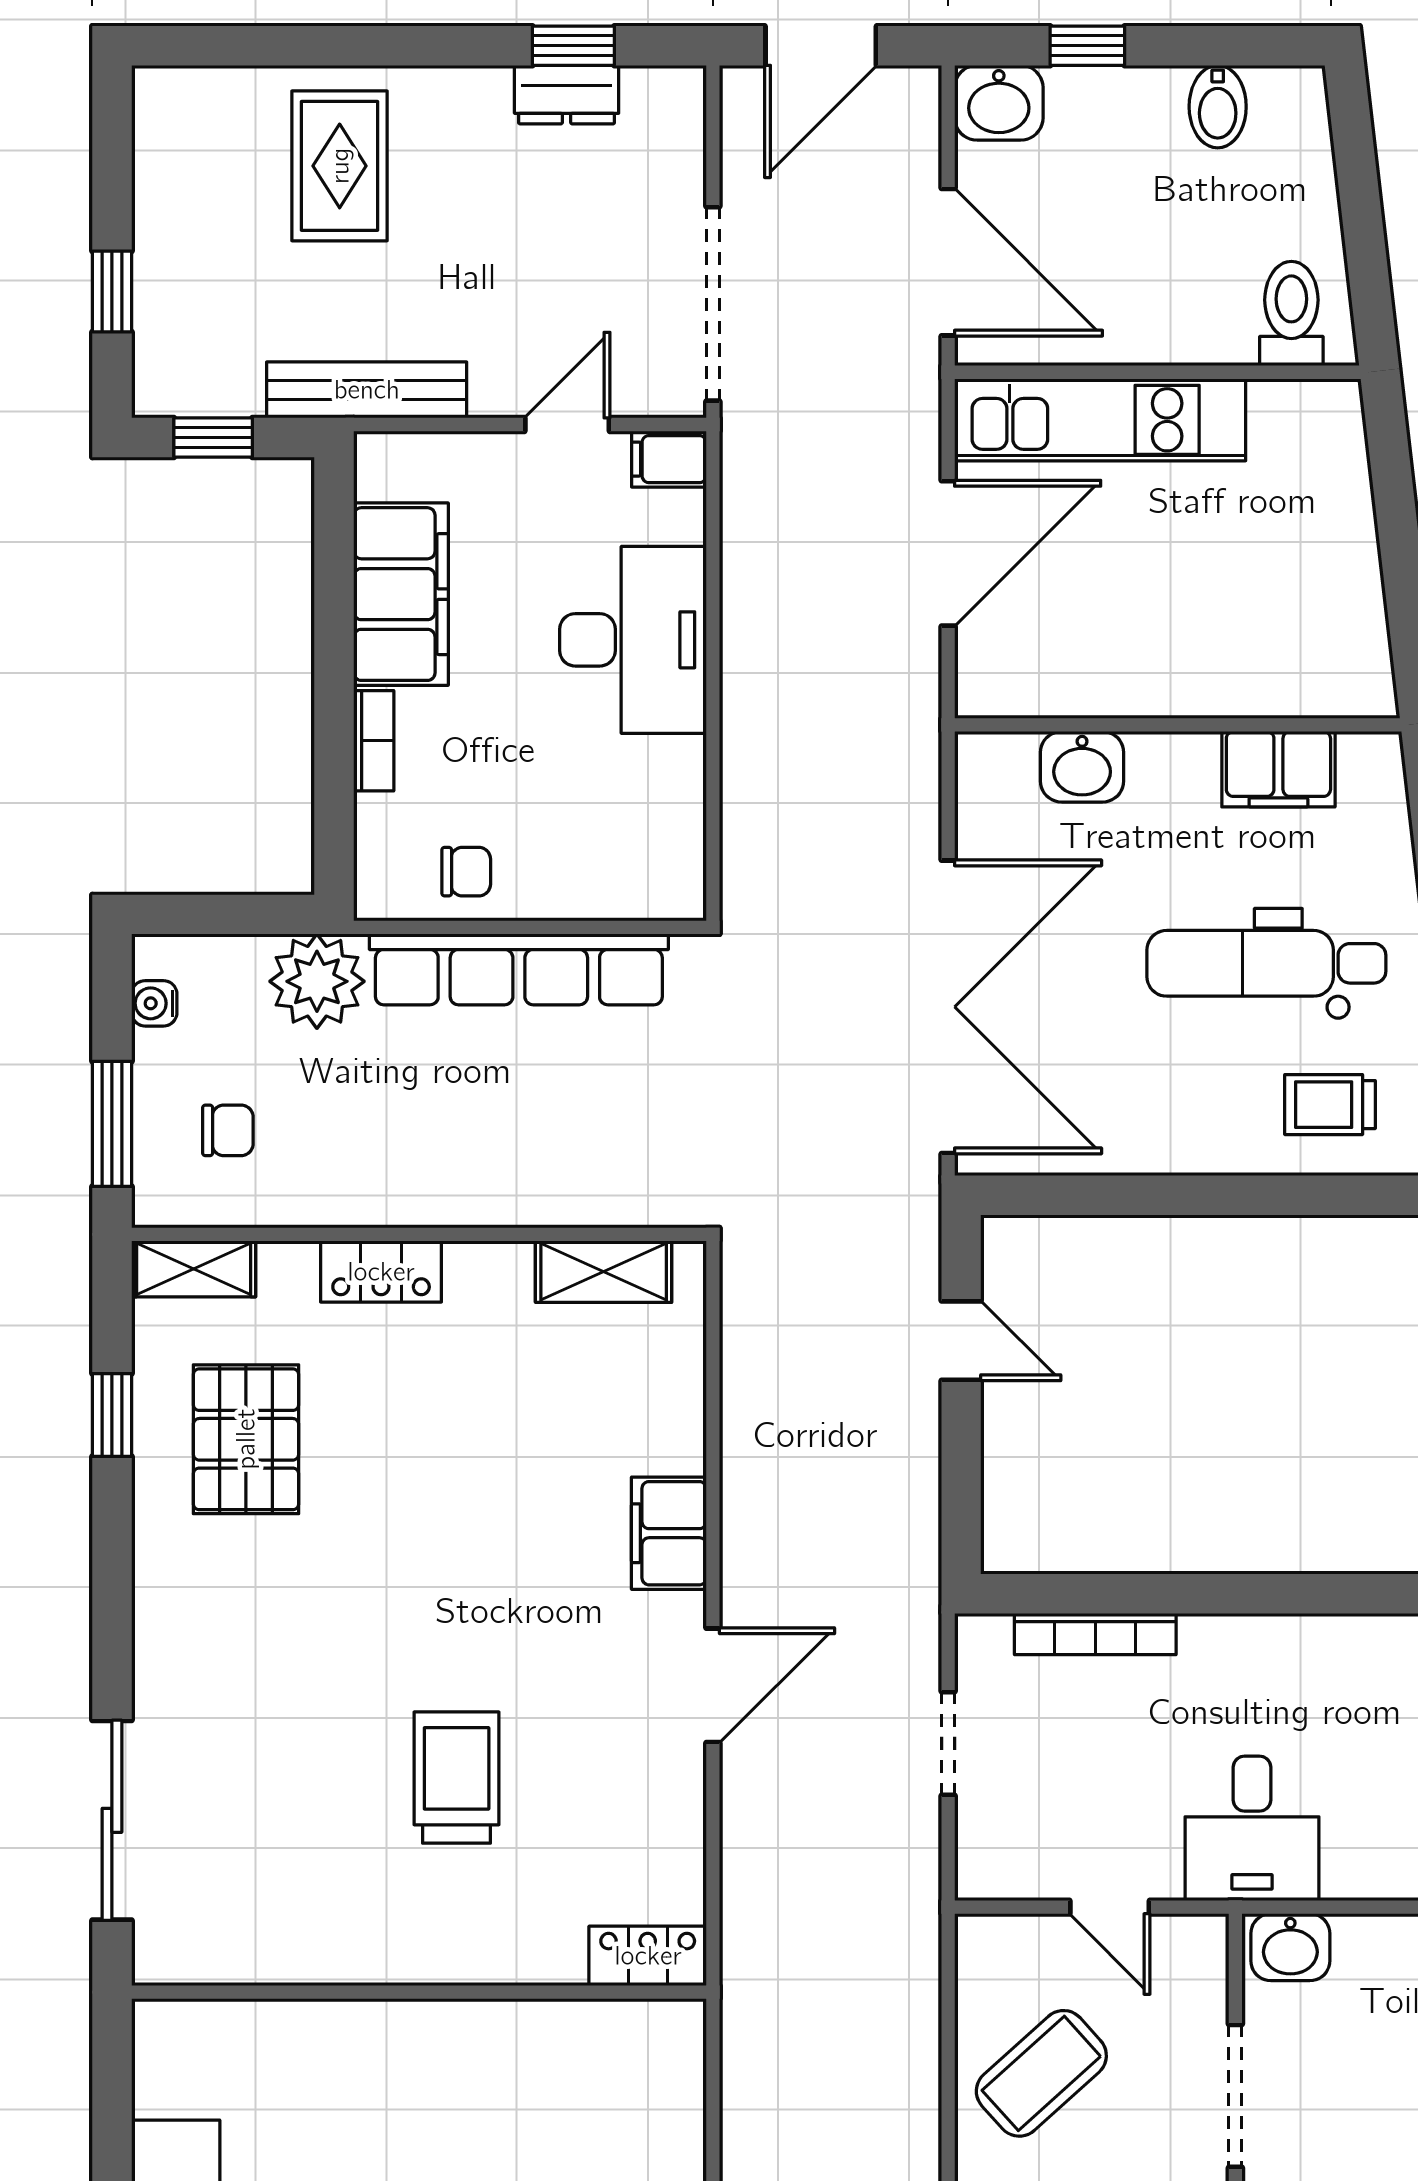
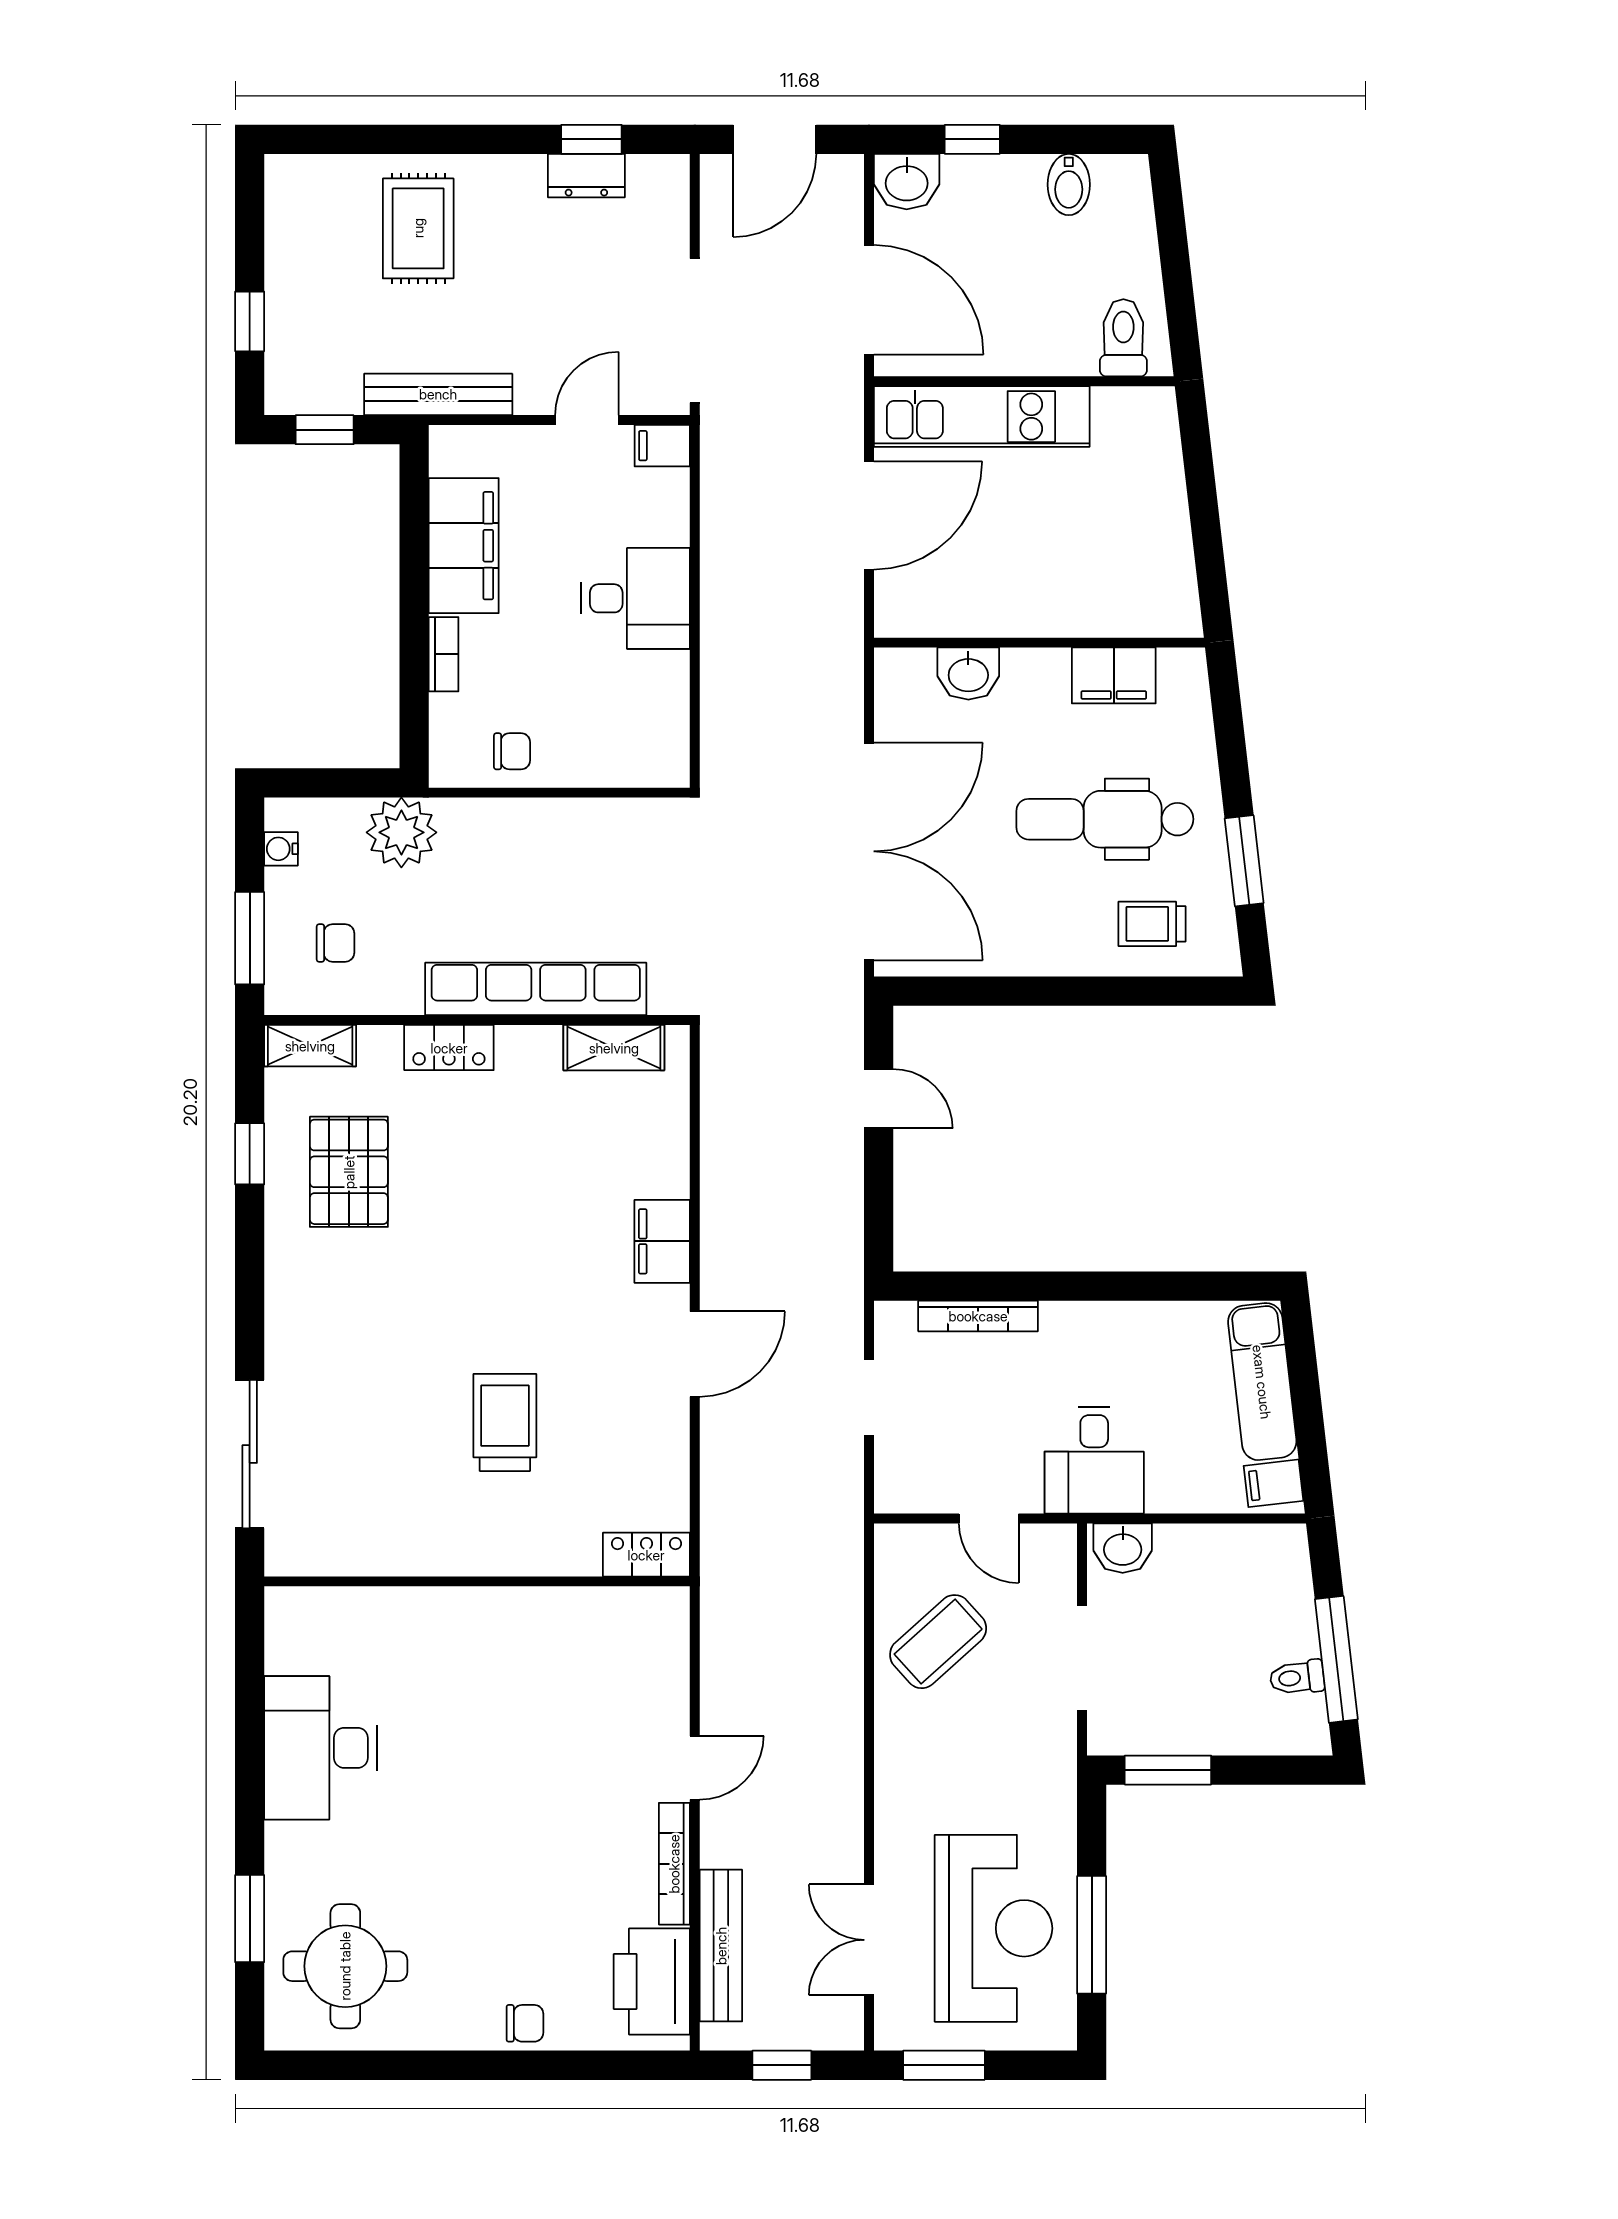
desk: (633, 640) -> (636, 598), width x0.73
row of seats: (519, 969) -> (536, 989), moved, turned 180

